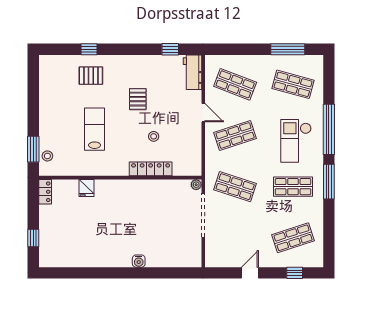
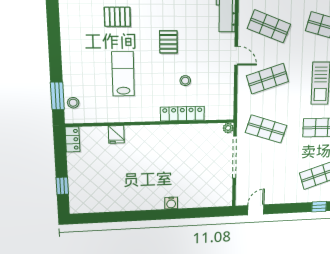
door: (250, 273) -> (256, 210), moved

